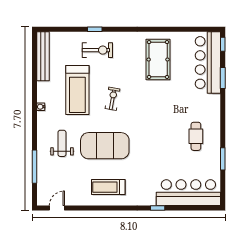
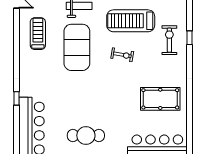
exercise bike: (97, 50) -> (169, 40), turned 180
cafe table: (196, 136) -> (86, 135), width x1.37, depth x1.35
treadmill: (108, 187) -> (38, 34), moved

